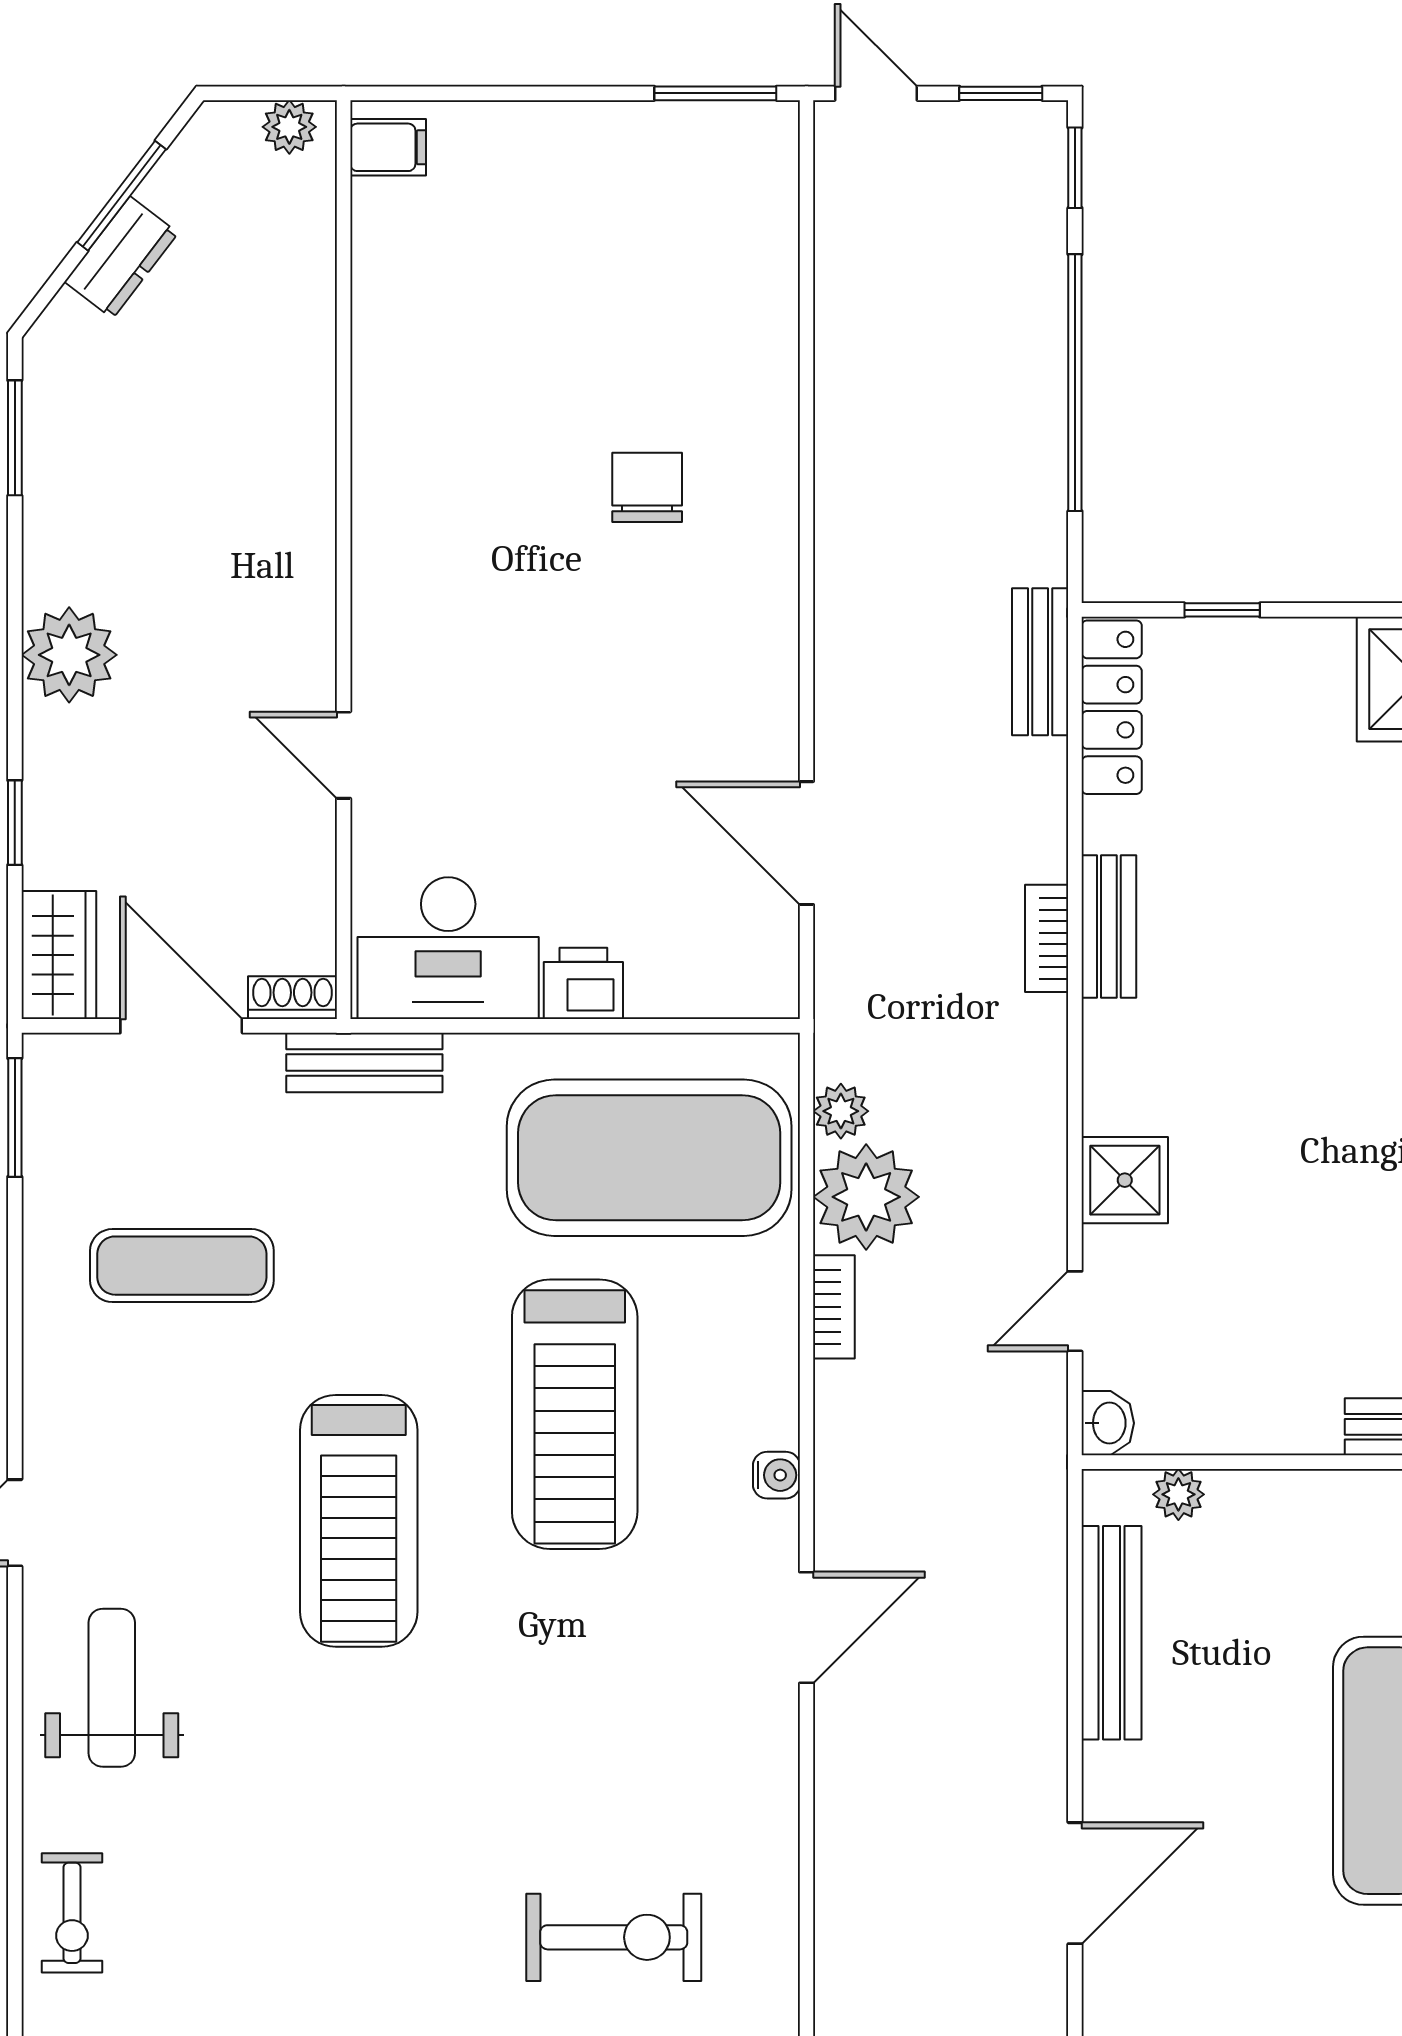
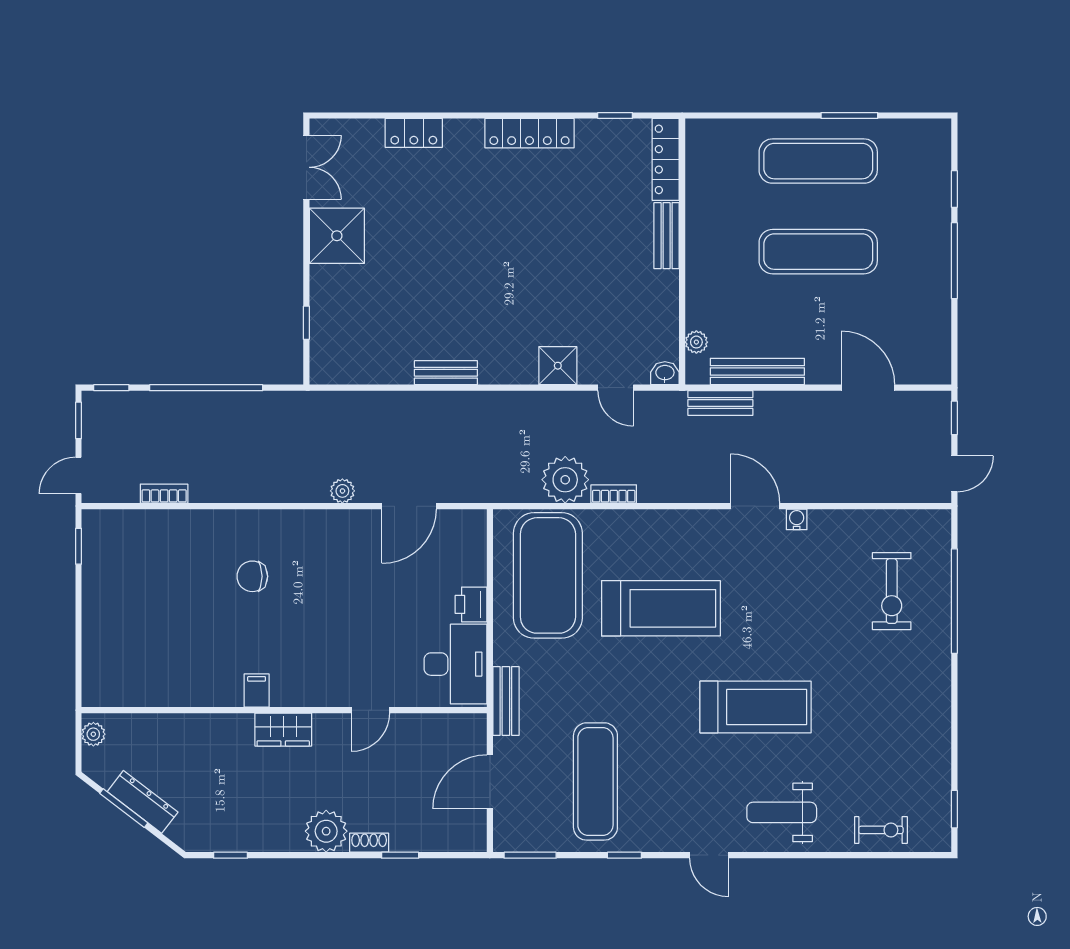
window: (715, 93) -> (79, 546), width x0.67
filing cabinet: (388, 147) -> (257, 691), moved
dresser: (121, 257) -> (143, 802), width x1.44
window: (15, 438) -> (230, 855), width x0.67
bench: (1040, 662) -> (720, 403), moved
locker: (1112, 707) -> (349, 372), removed
bookcase: (1047, 938) -> (164, 494), moved, turned 180
wardrobe: (59, 955) -> (283, 730), moved, turned 180
shoe rack: (292, 998) -> (369, 843), moved, turned 90
plant: (841, 1111) -> (342, 491), moved
exercise mat: (182, 1266) -> (595, 781), width x1.36, depth x1.45
window: (15, 1331) -> (624, 855), added
water cooler: (776, 1475) -> (797, 519), moved
treadmill: (359, 1521) -> (756, 707), moved
exercise bike: (614, 1937) -> (892, 591), turned 180

